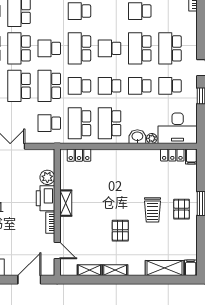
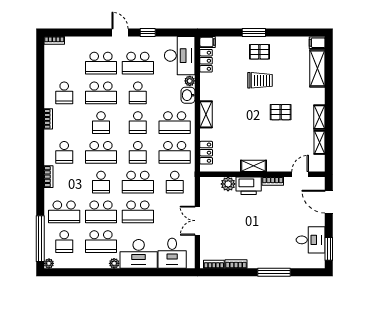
school desk: (170, 86) -> (138, 63), width x1.85
shelving: (118, 155) -> (206, 114), added

